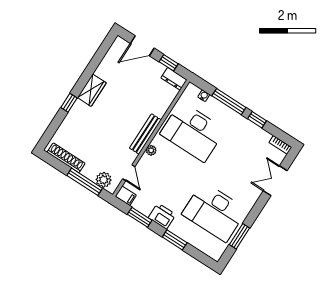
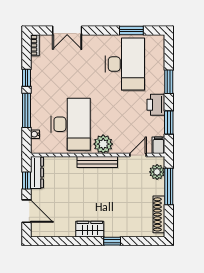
dresser: (174, 79) -> (37, 173), width x1.44
plant: (151, 150) -> (103, 144), width x1.88, depth x1.88

